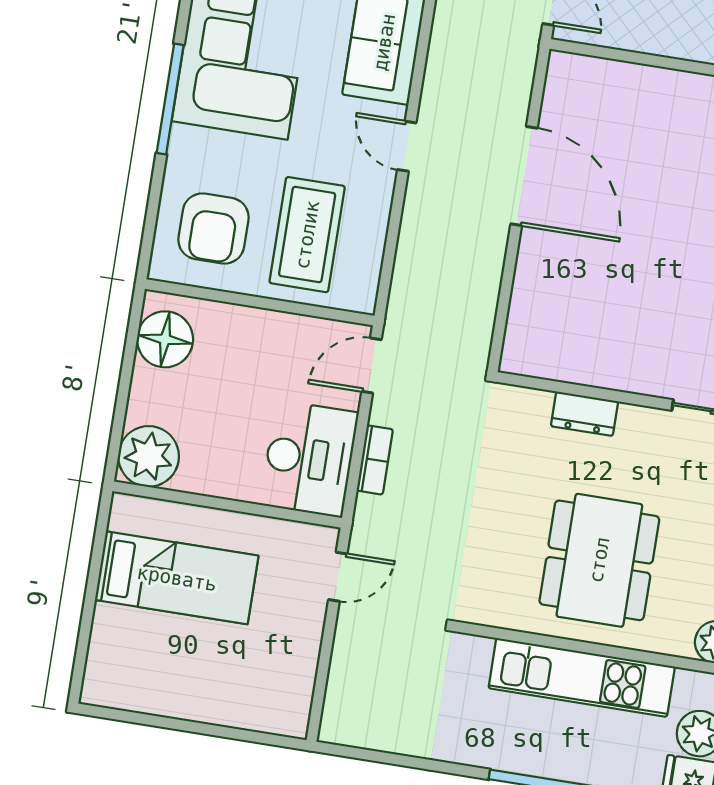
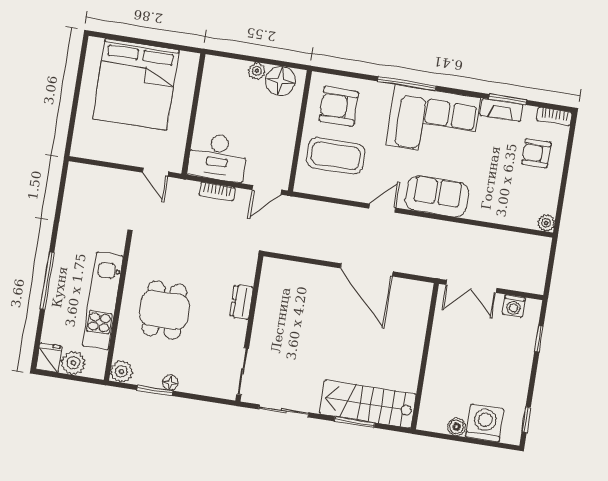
door: (524, 176) -> (367, 270), hinge flipped
door: (372, 366) -> (267, 190), swing flipped
plant: (149, 456) -> (257, 71), moved, width x0.53, depth x0.53
dining table: (599, 560) -> (164, 310), width x0.73
bed: (177, 578) -> (136, 84), width x2.04

